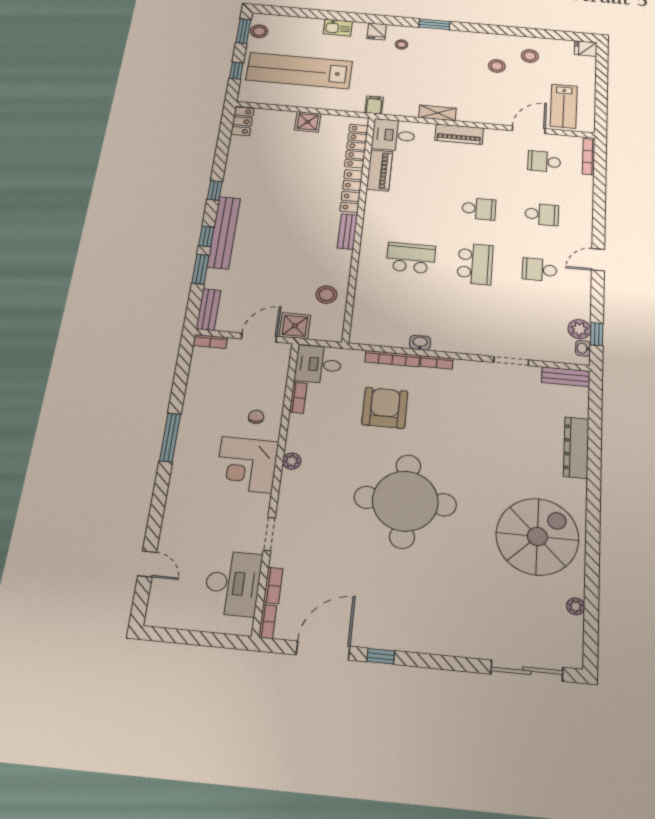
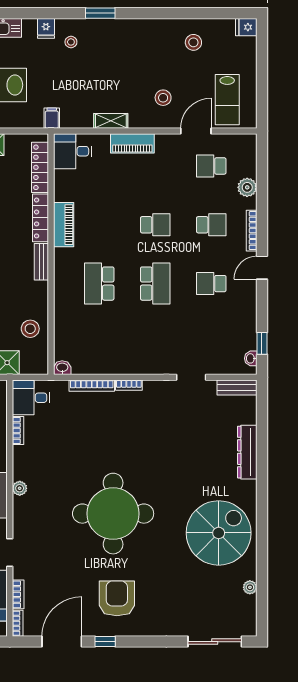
stool: (497, 66) -> (163, 98), moved
bookcase: (589, 157) -> (252, 231), moved
piano: (380, 170) -> (64, 225), moved
school desk: (411, 258) -> (99, 284), turned -90
plant: (579, 329) -> (247, 187), moved
washbasin: (420, 343) -> (62, 368), moved
armchair: (385, 408) -> (117, 598), moved

